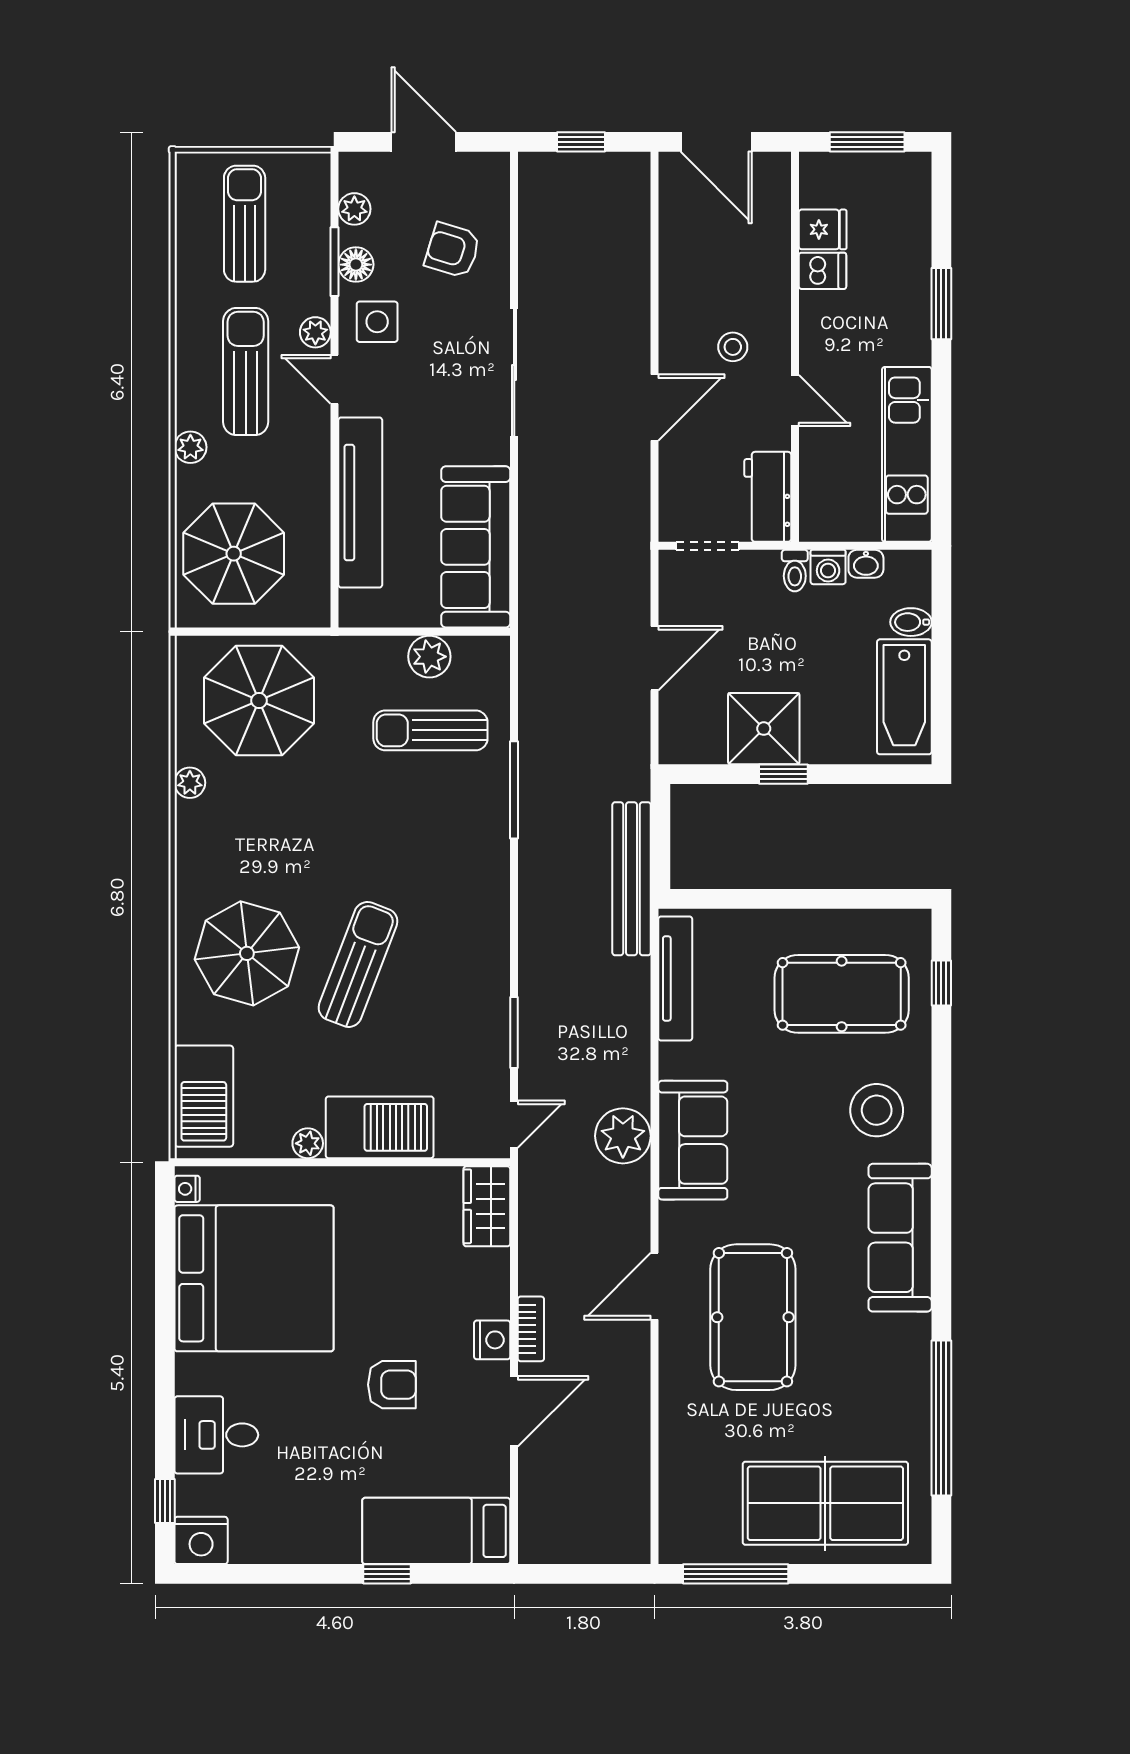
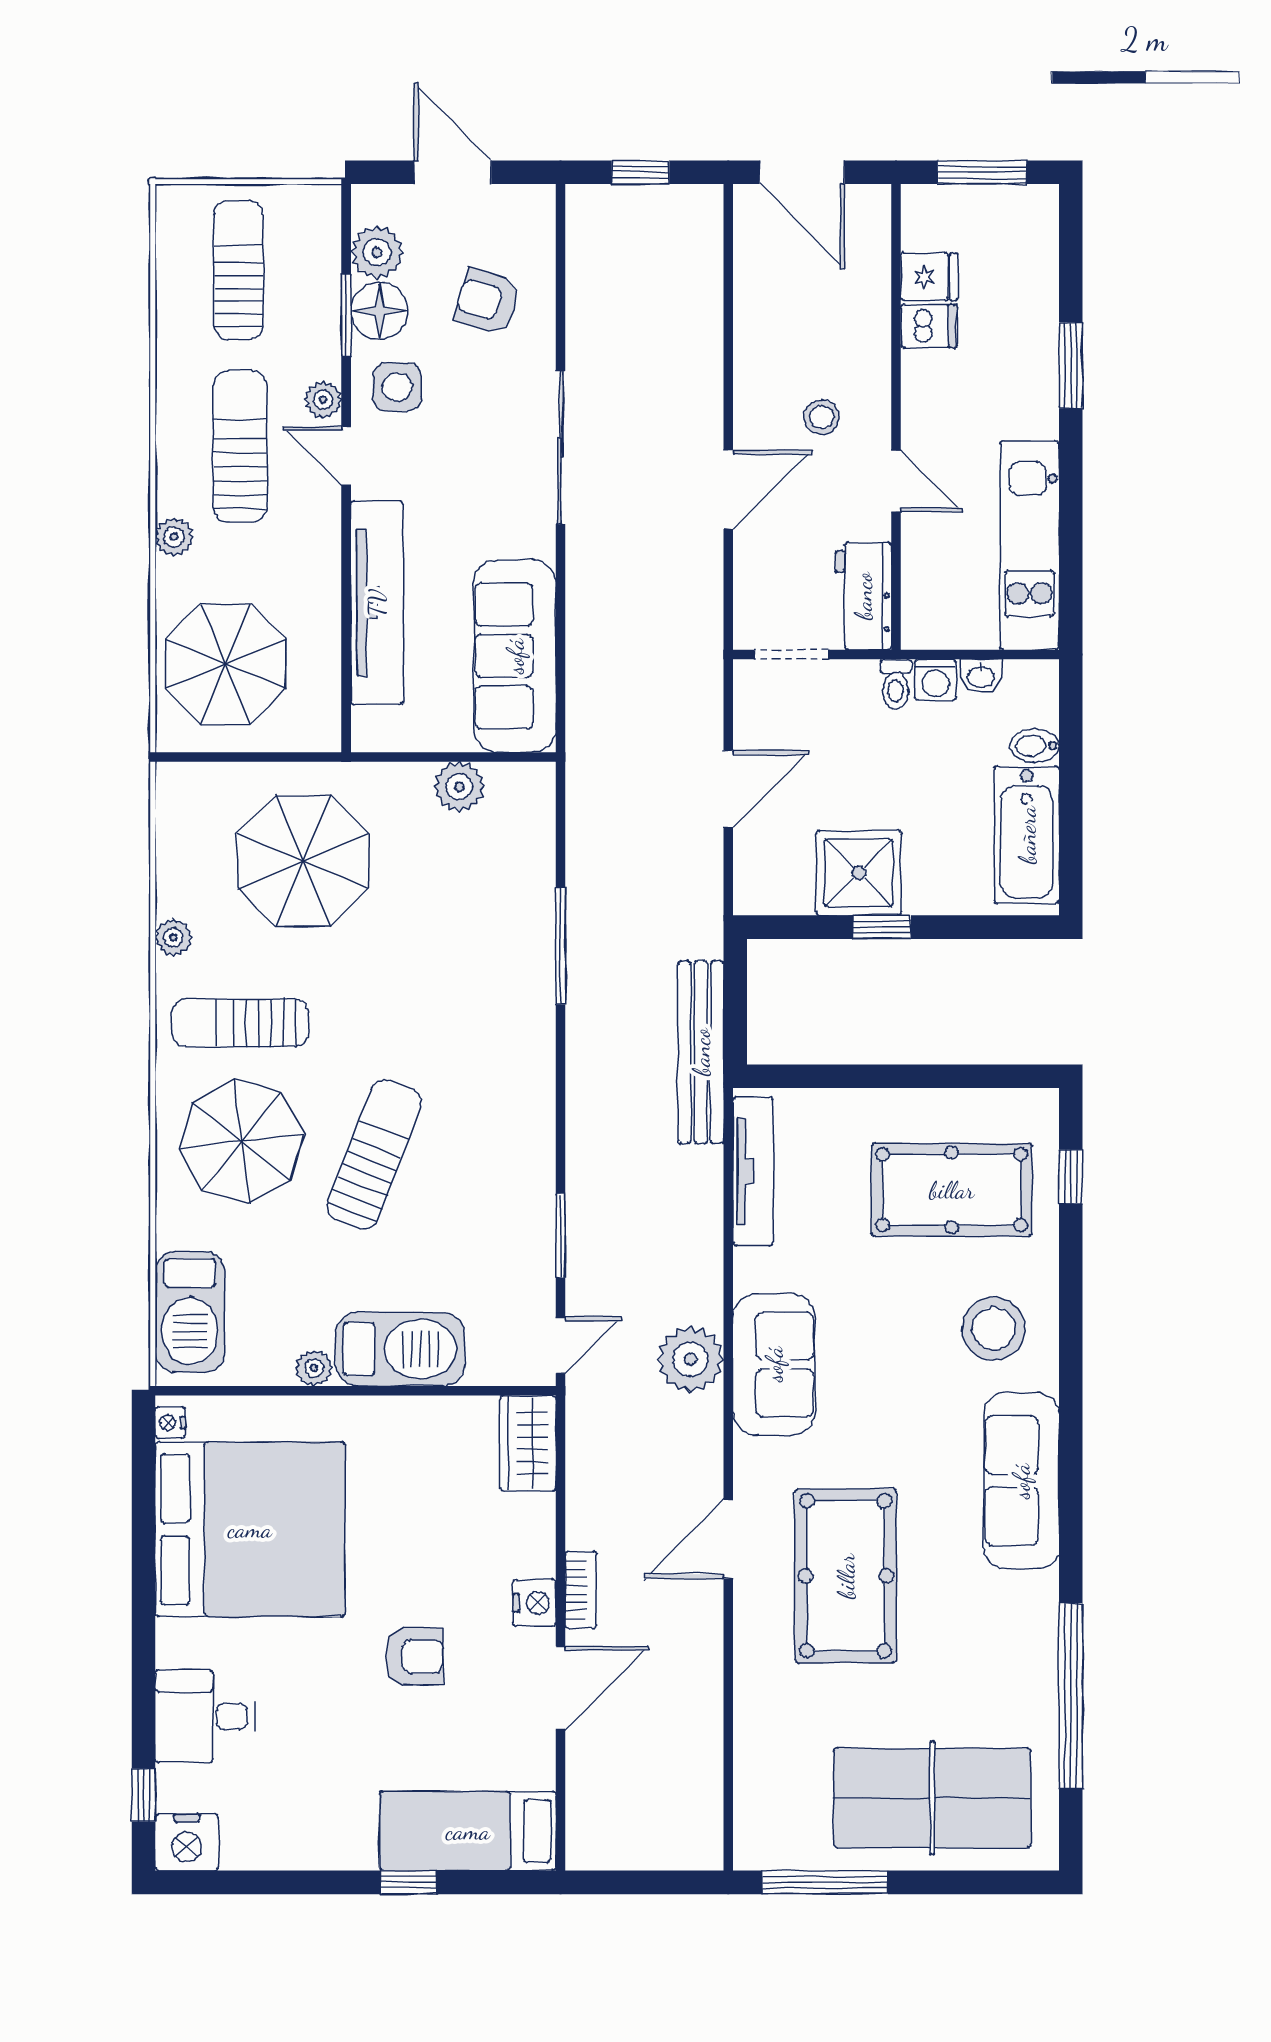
plant: (354, 209) -> (377, 252), width x1.38, depth x1.38
floor lamp: (356, 265) -> (379, 311), width x1.38, depth x1.38
parasol: (259, 700) -> (303, 861), moved
sun lounger: (430, 730) -> (240, 1023), moved

